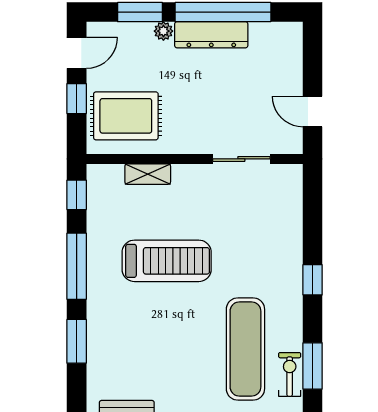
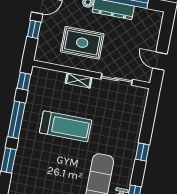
rug: (126, 116) -> (82, 43), moved
shelving: (148, 174) -> (79, 80), moved

